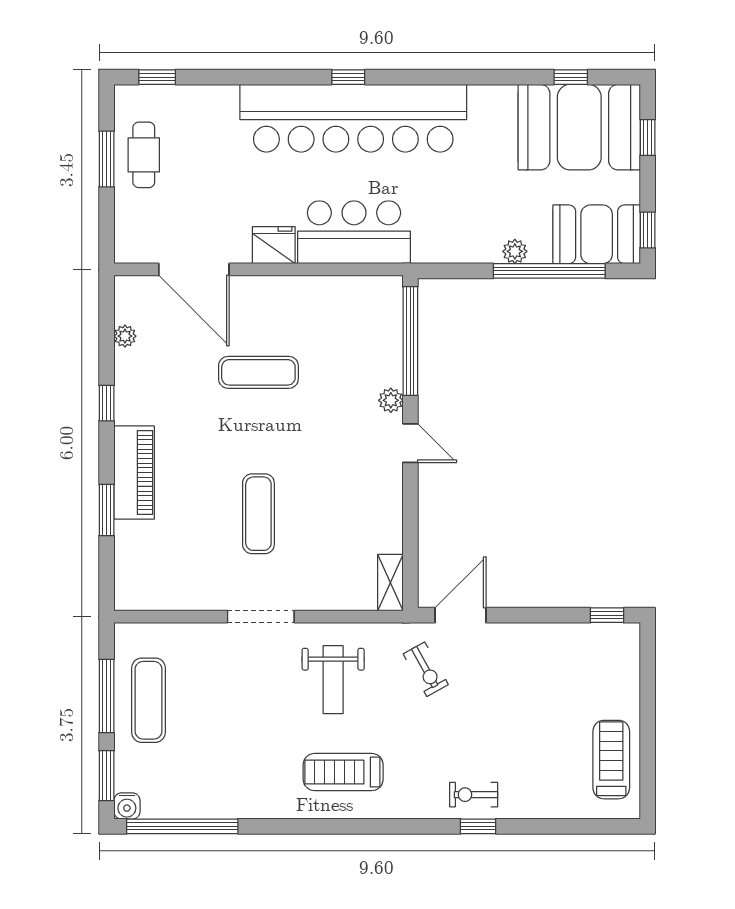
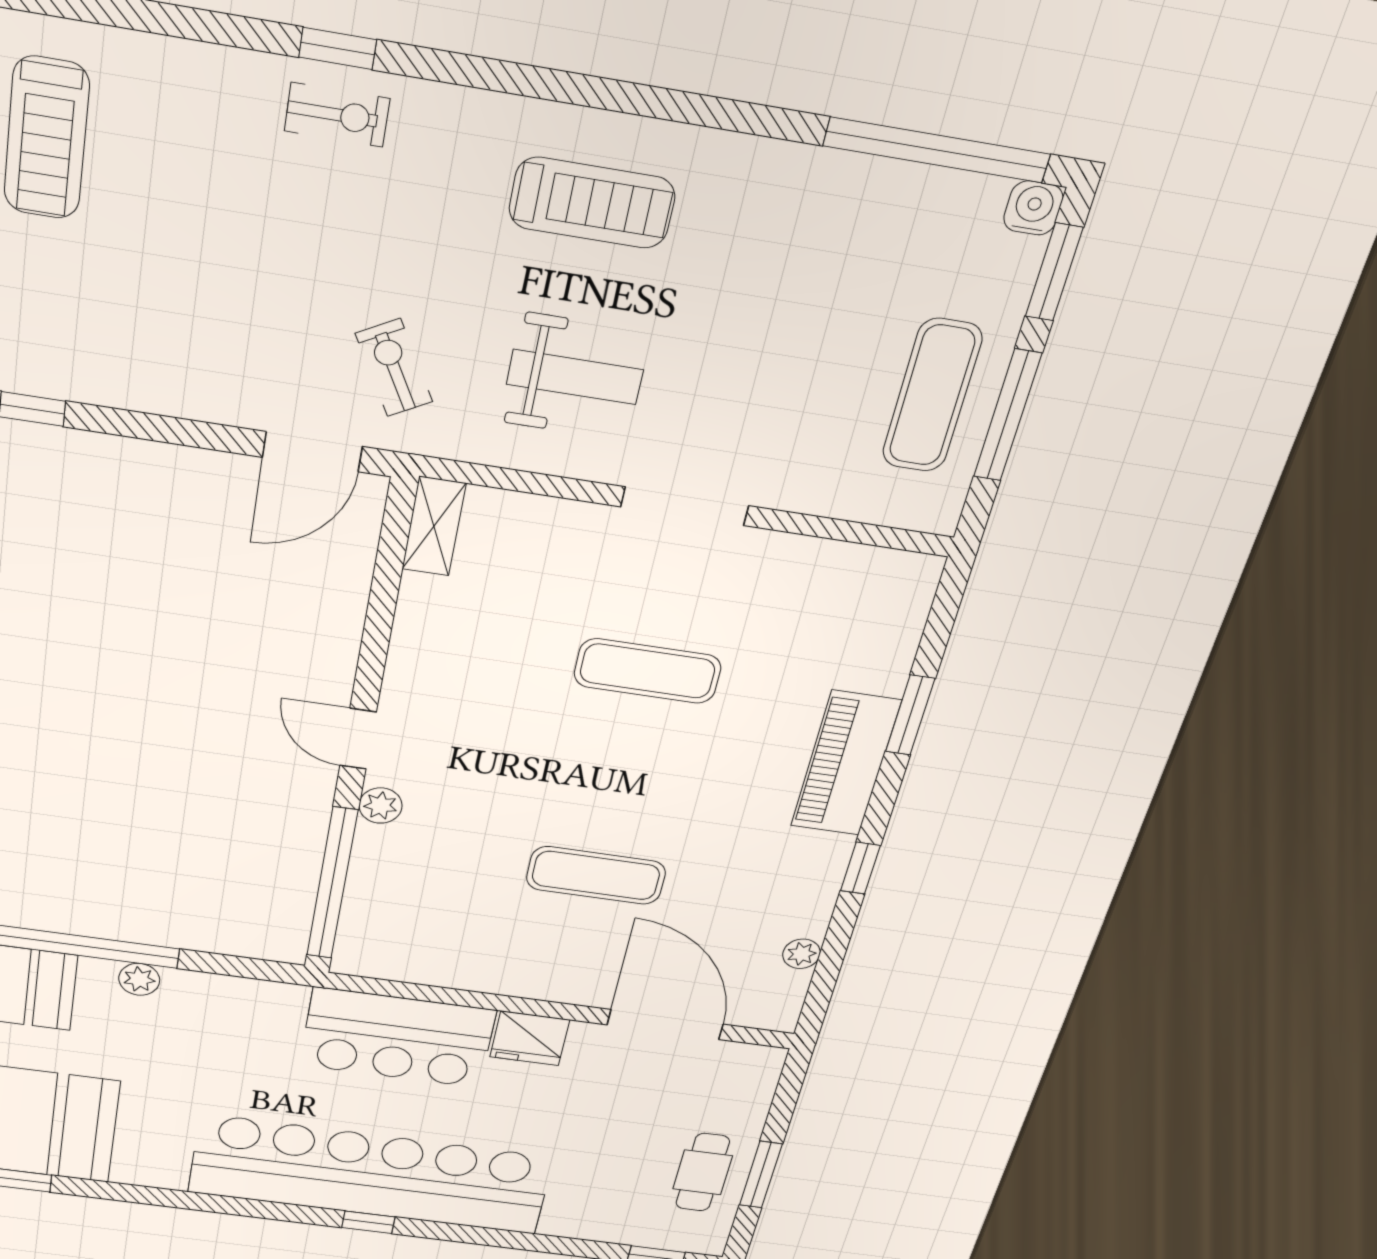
exercise mat: (258, 514) -> (648, 671), turned 90
weight bench: (333, 680) -> (575, 377), turned 90

